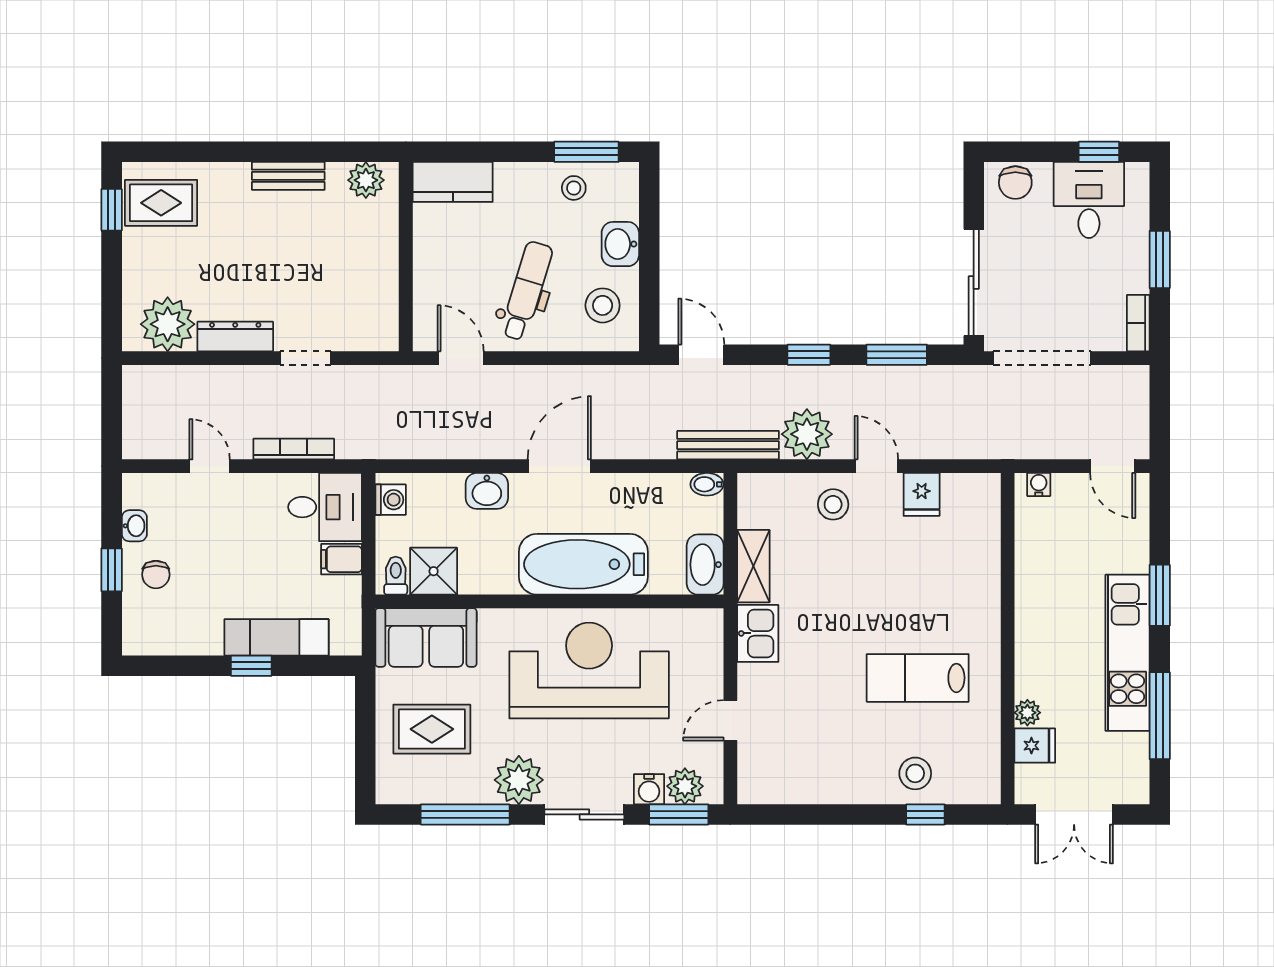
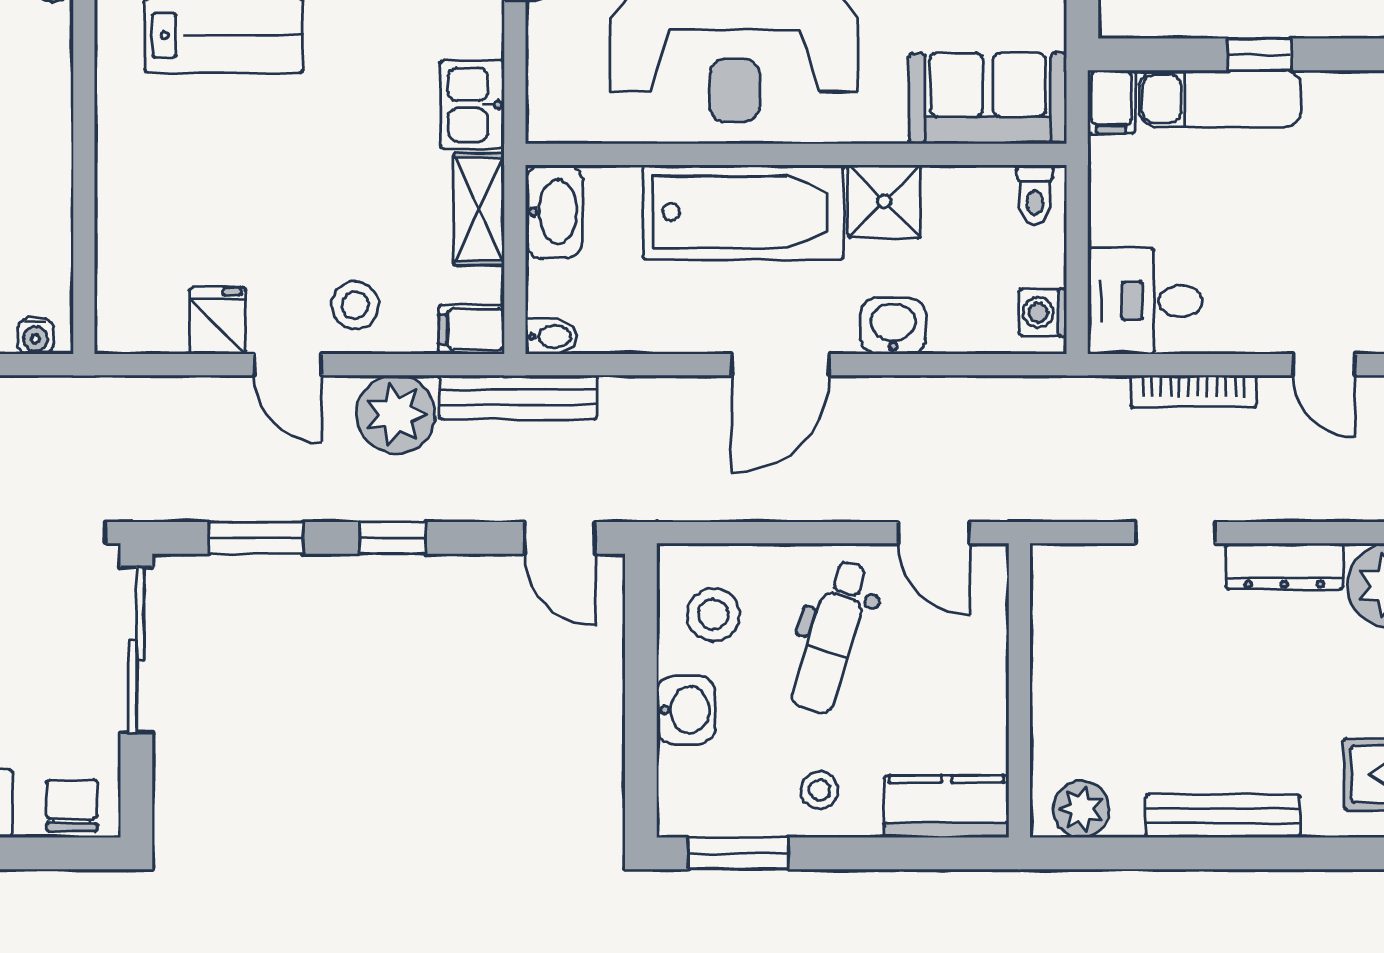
bench: (288, 176) -> (1223, 816), width x1.36
stool: (574, 188) -> (819, 790), moved
filing cabinet: (758, 489) -> (471, 329), added
filing cabinet: (341, 559) -> (1111, 102), moved, turned 90
shower: (434, 571) -> (884, 201), moved

